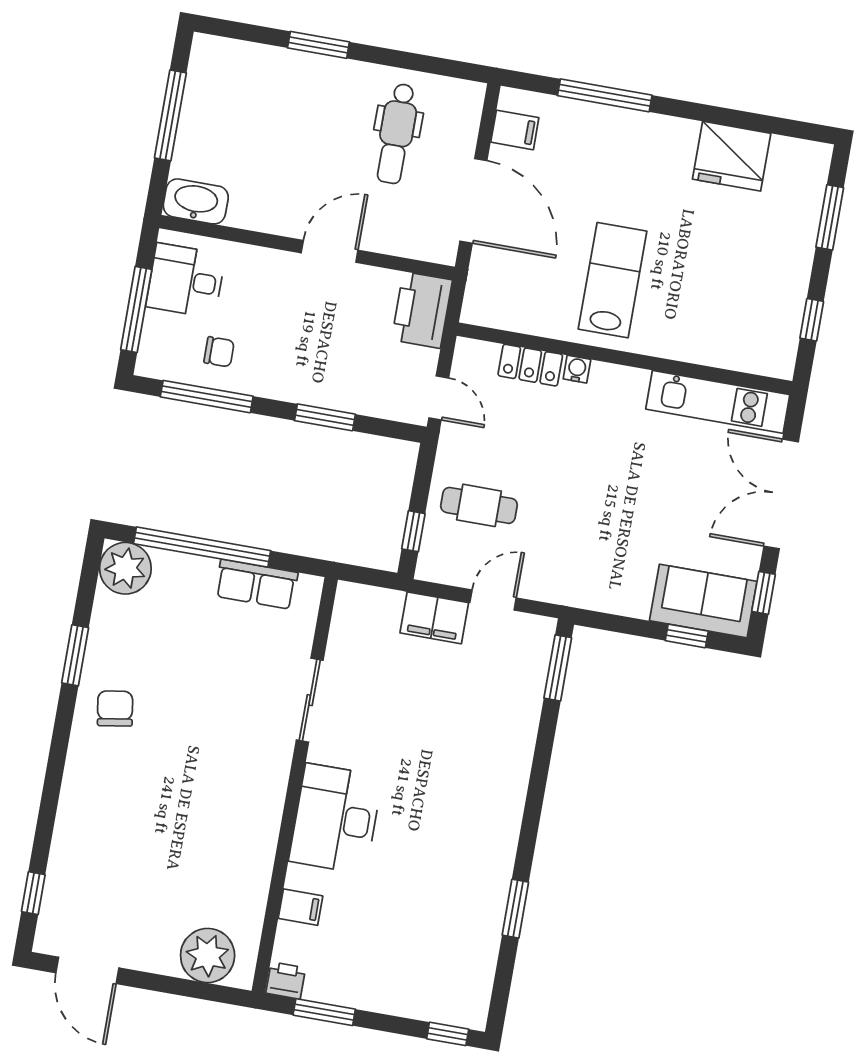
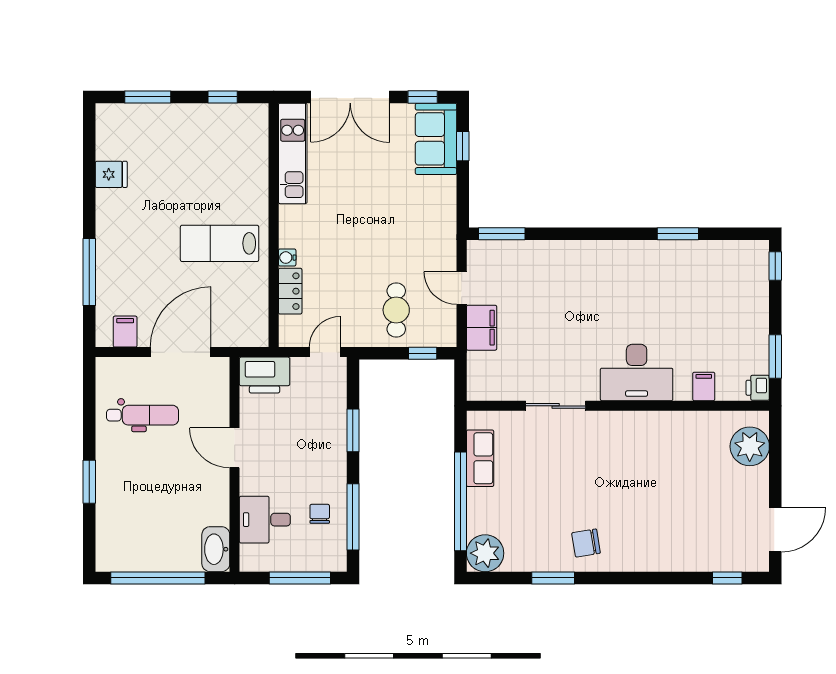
window: (170, 115) -> (158, 578), width x1.46
fridge: (732, 156) -> (111, 174), width x0.53, depth x0.75
desk: (186, 281) -> (265, 520), moved, turned 90

